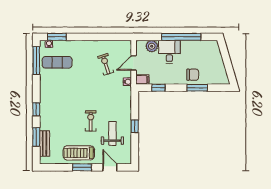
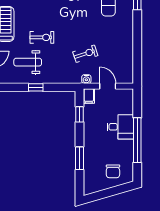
plant: (152, 46) -> (127, 107), removed
exercise bike: (106, 64) -> (85, 54), moved
chair: (193, 75) -> (113, 171), moved
weight bench: (112, 133) -> (28, 62), turned 180

